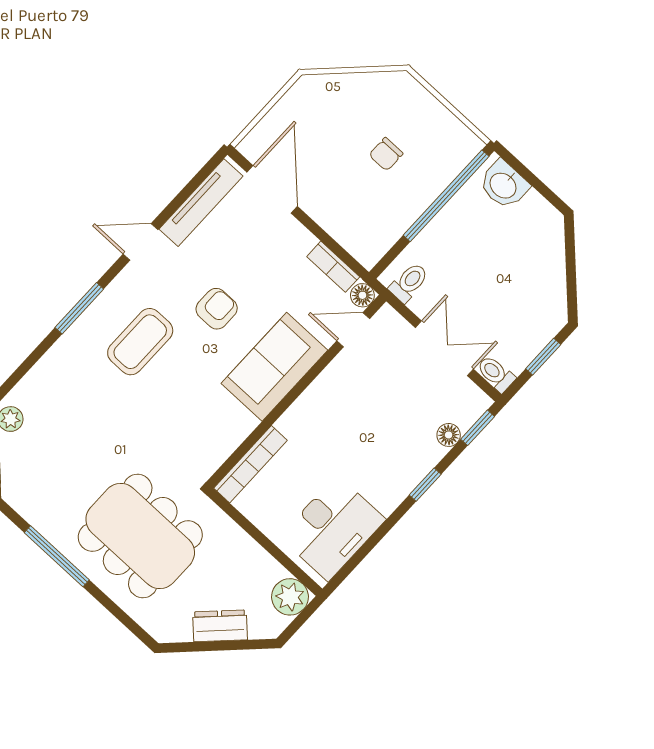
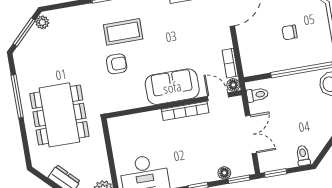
armchair: (217, 309) -> (117, 64), moved
window: (543, 357) -> (276, 173), moved
toilet: (496, 374) -> (303, 156), moved
bookcase: (251, 464) -> (185, 111), moved

